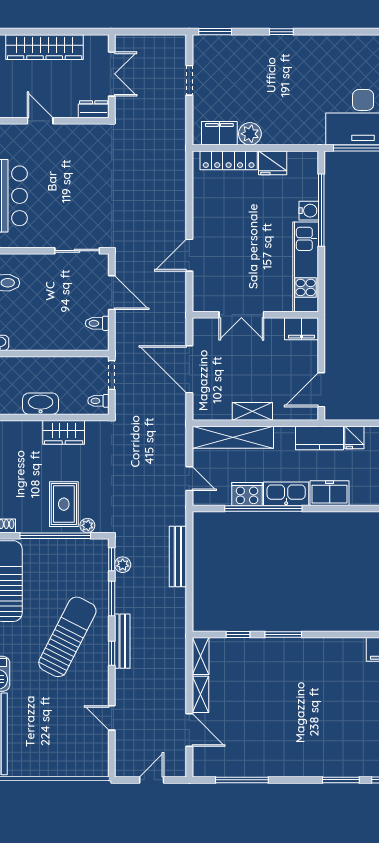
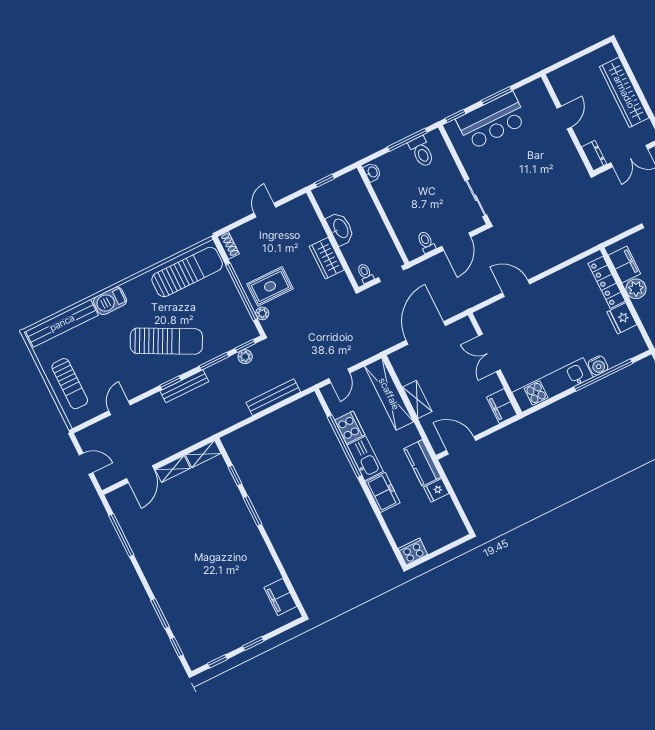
sun lounger: (62, 756) -> (70, 384), added

